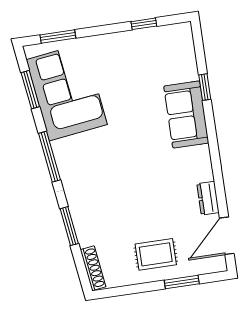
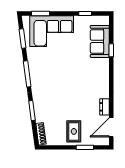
corner sofa: (67, 92) -> (52, 31), moved, turned 98
sofa: (186, 114) -> (100, 41), moved
rug: (156, 254) -> (74, 131), turned 90

